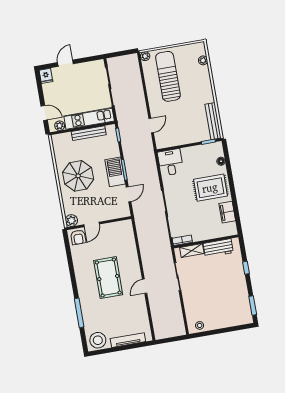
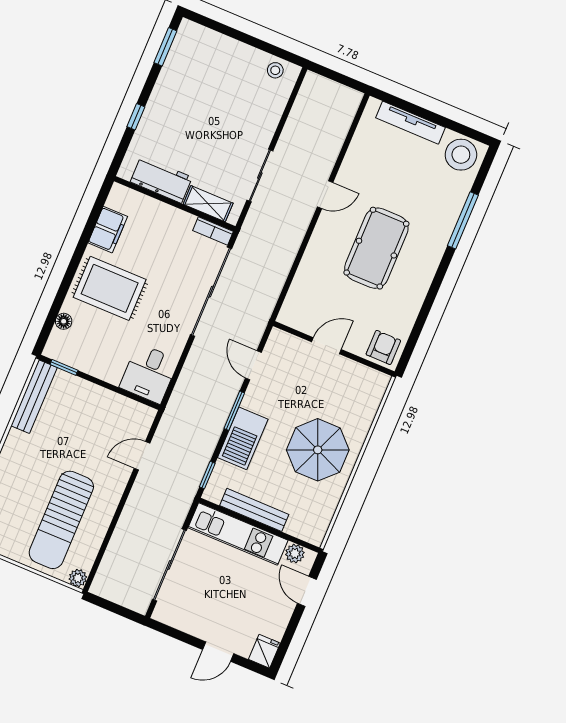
barbecue: (115, 172) -> (243, 438), moved
door: (129, 194) -> (253, 365), hinge flipped
plant: (71, 221) -> (377, 383), removed
door: (92, 224) -> (326, 346), moved

